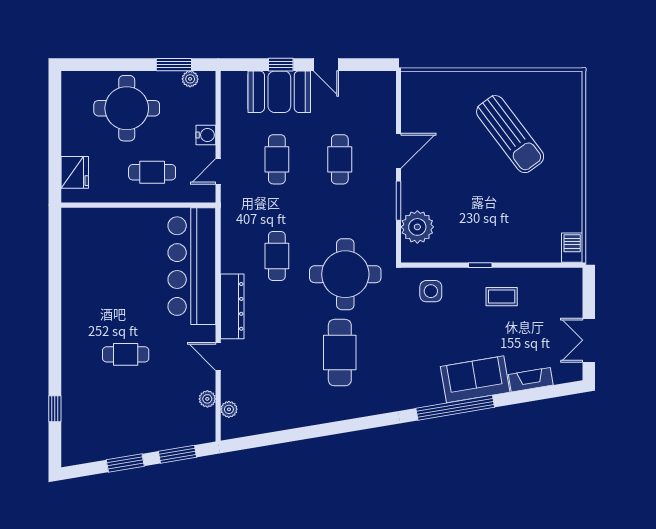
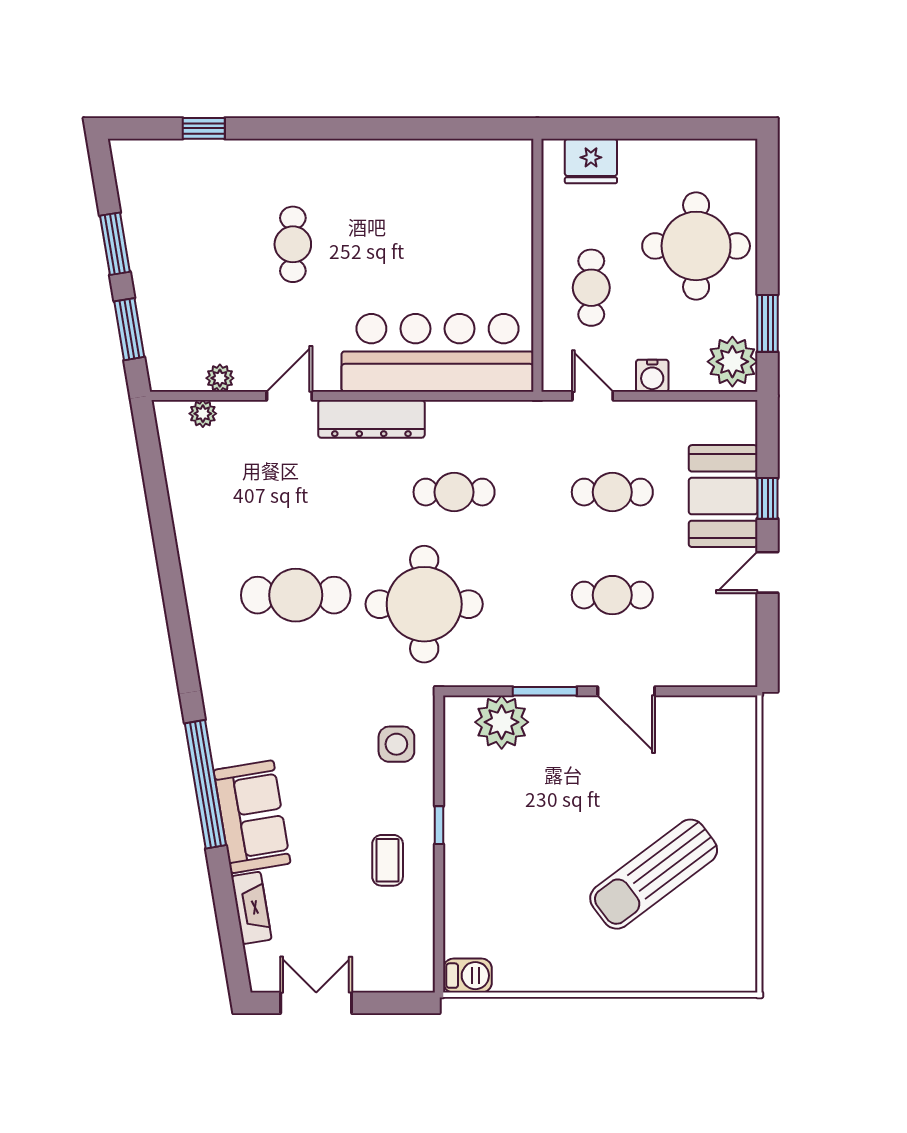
plant: (190, 79) -> (732, 362), width x1.88, depth x1.88

